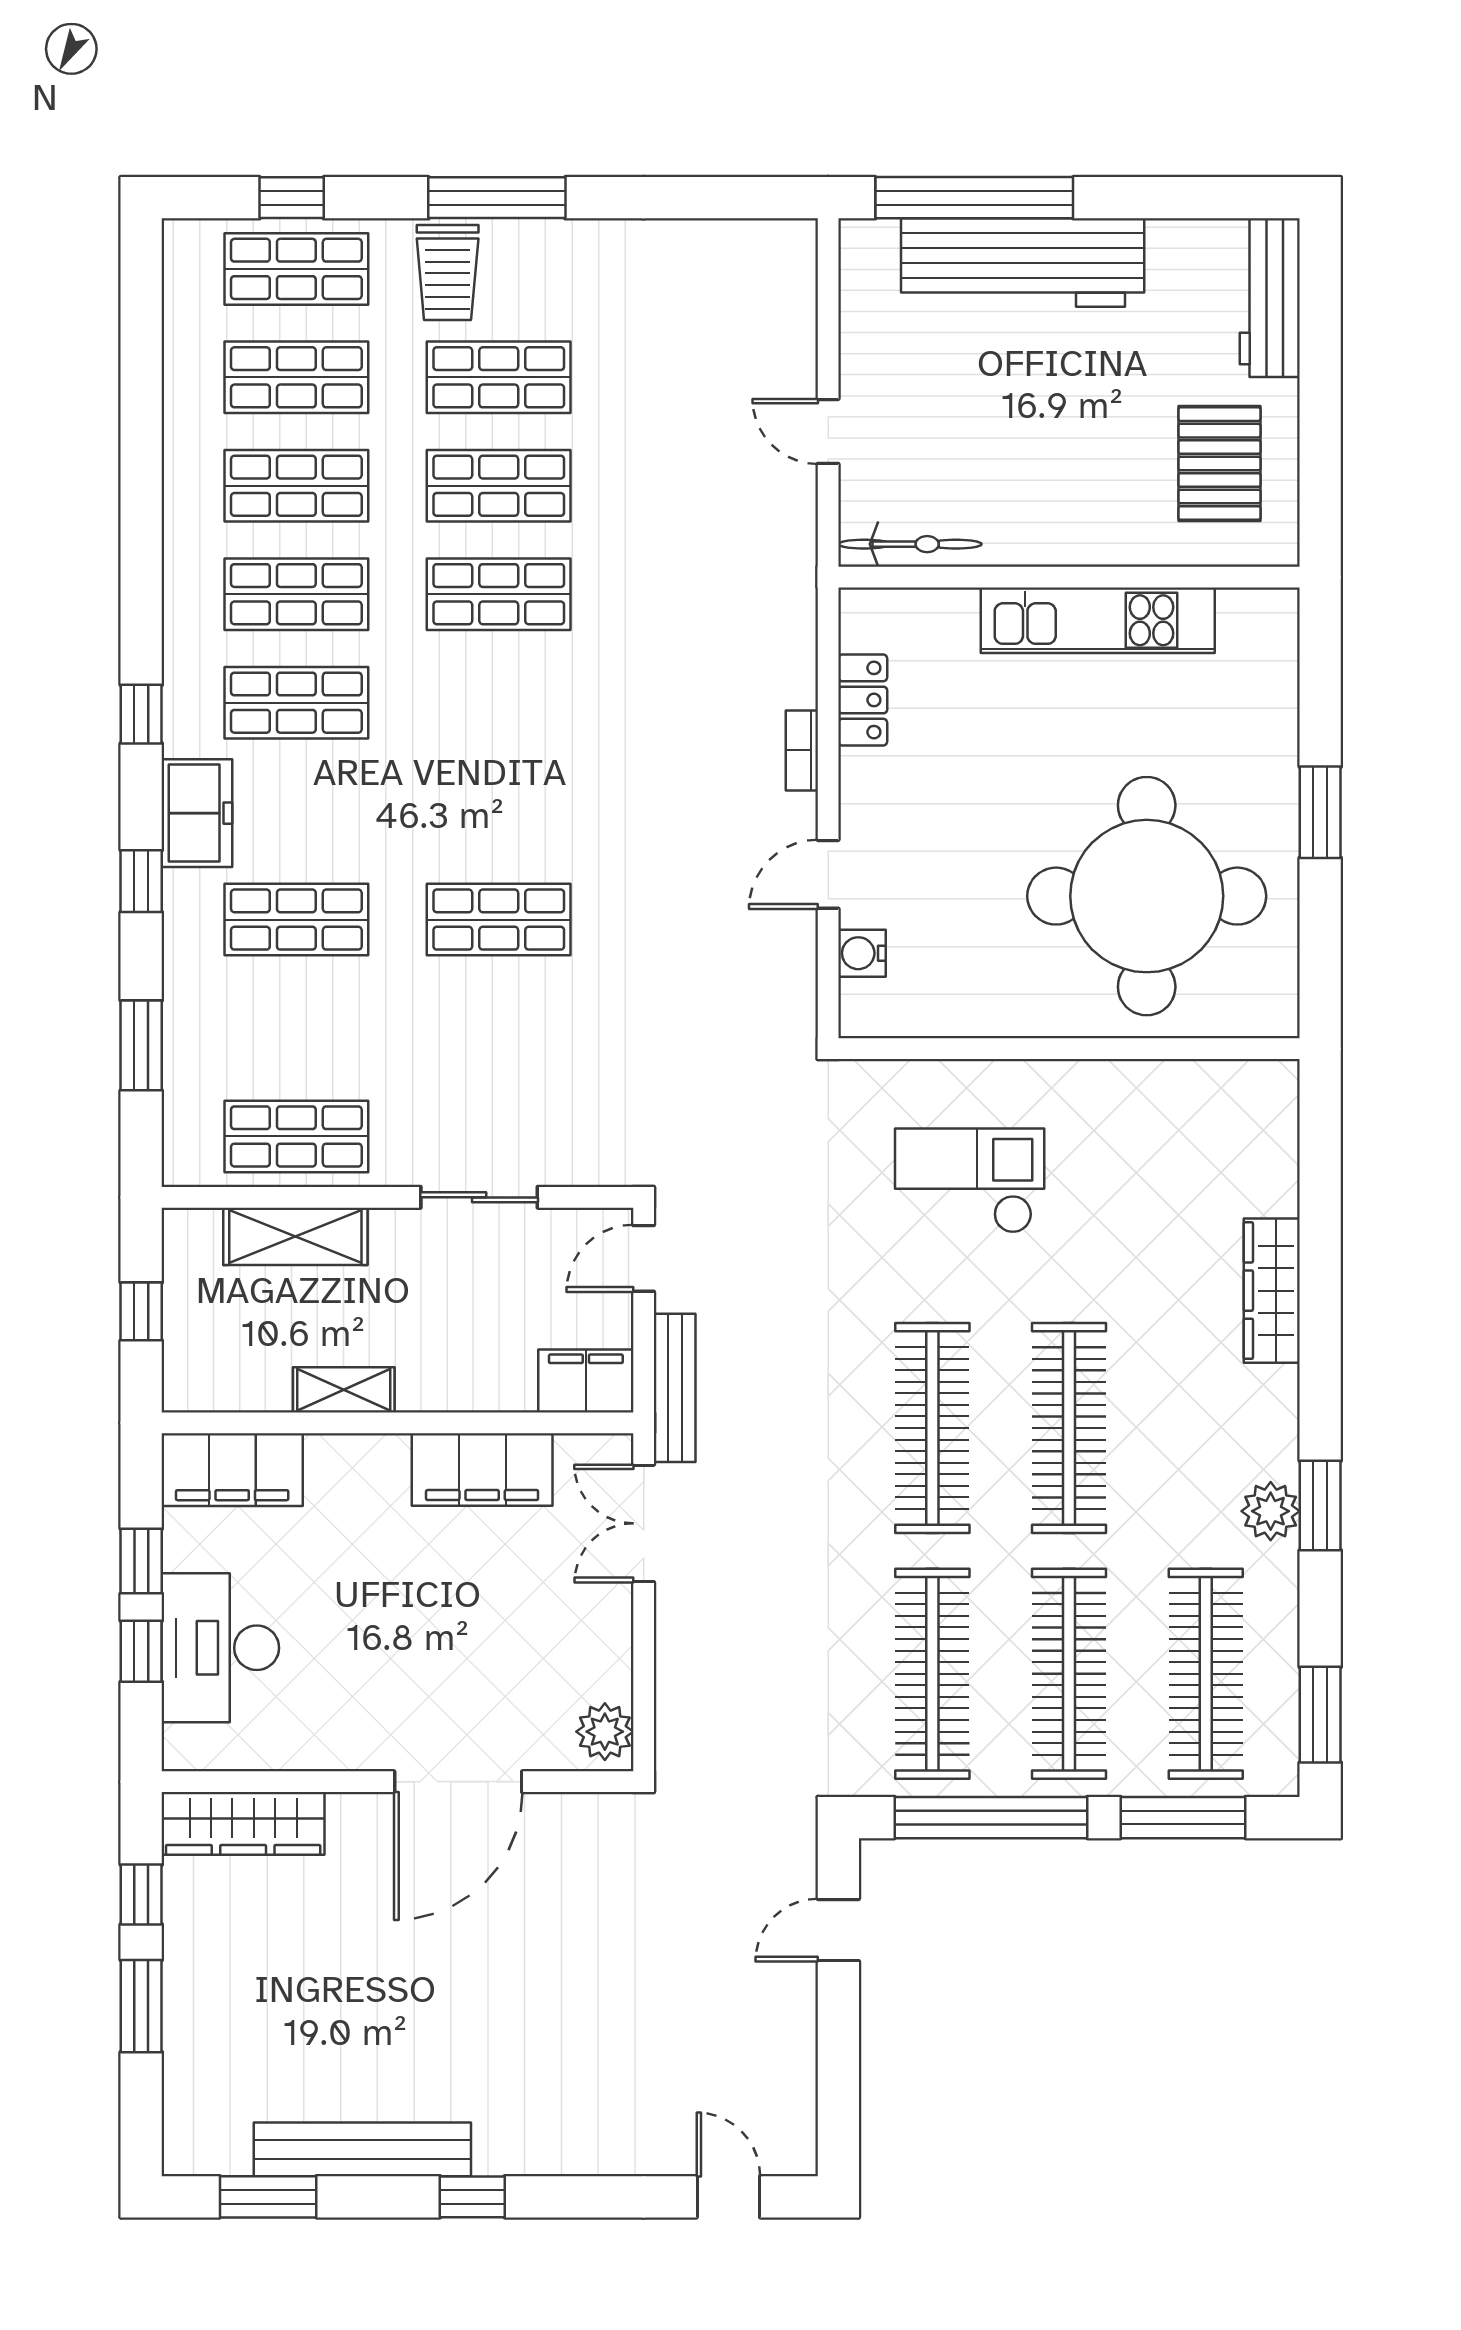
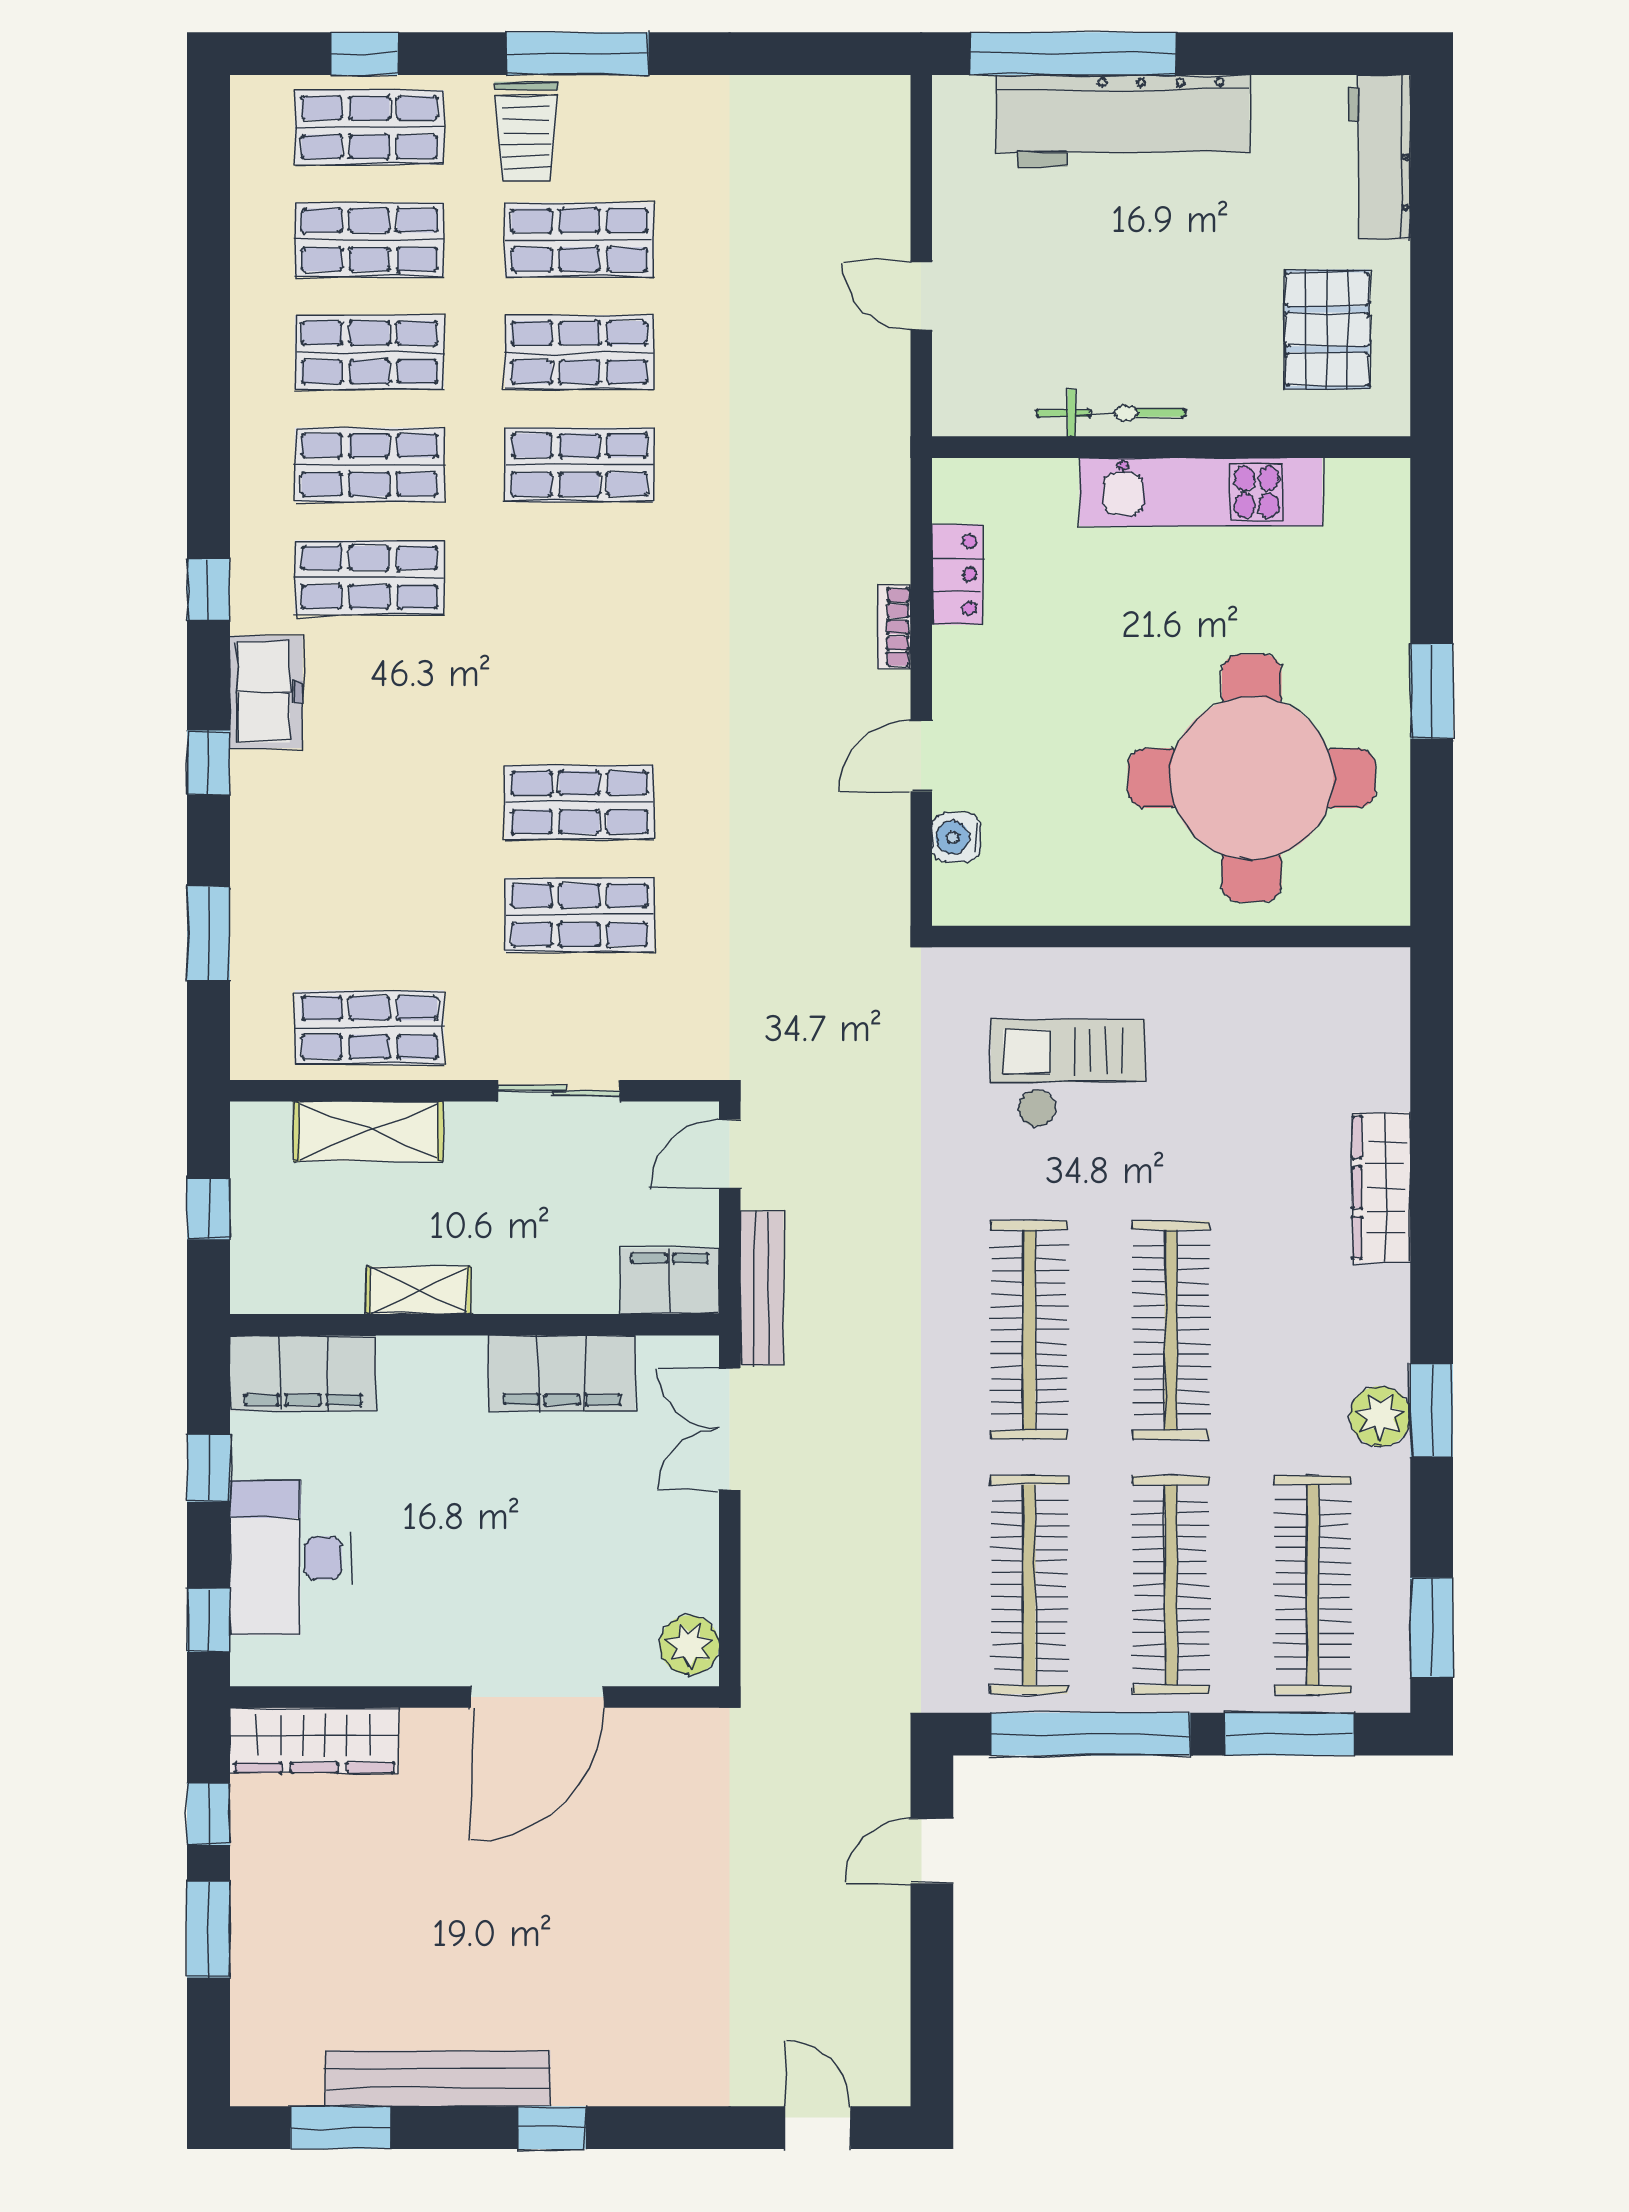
bicycle: (910, 544) -> (1111, 413), moved
shop shelf: (296, 920) -> (579, 915), moved
window: (141, 1651) -> (208, 1620), moved

